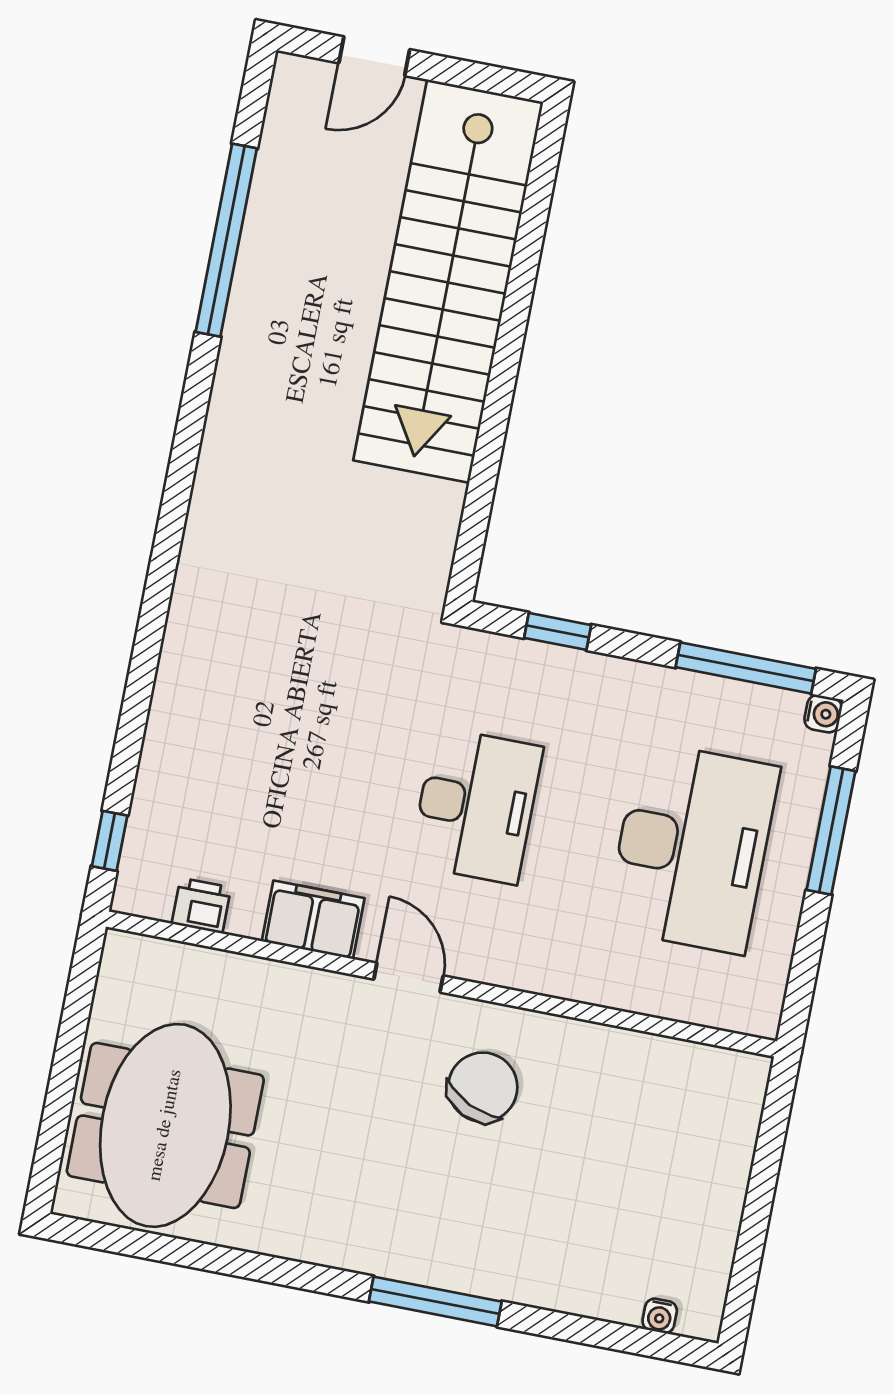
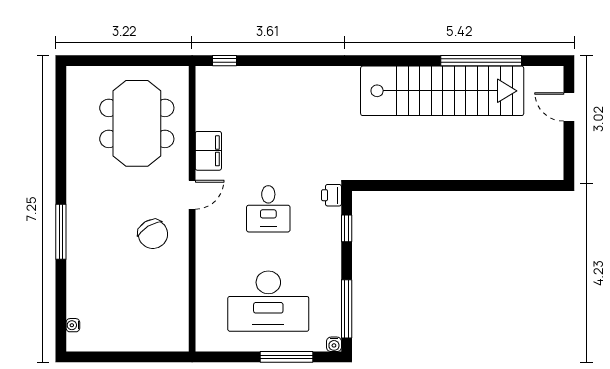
stairs: (448, 281) -> (442, 91), moved, turned 180
desk: (476, 806) -> (268, 209), width x0.73
printer: (201, 906) -> (331, 195), moved, turned 180
chair: (483, 1087) -> (153, 234), turned 34
meeting table: (165, 1125) -> (137, 123), moved, turned 90

